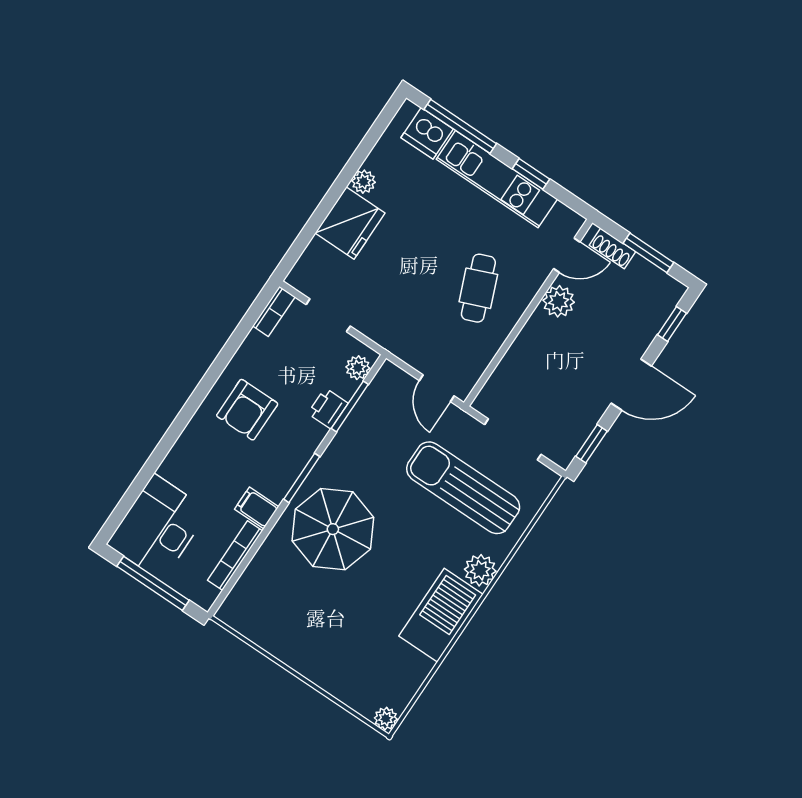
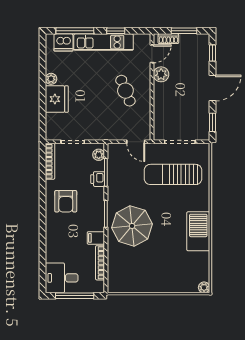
bookcase: (274, 311) -> (50, 161), width x1.56
desk: (158, 527) -> (62, 278), width x0.73
plant: (480, 570) -> (202, 203), removed

